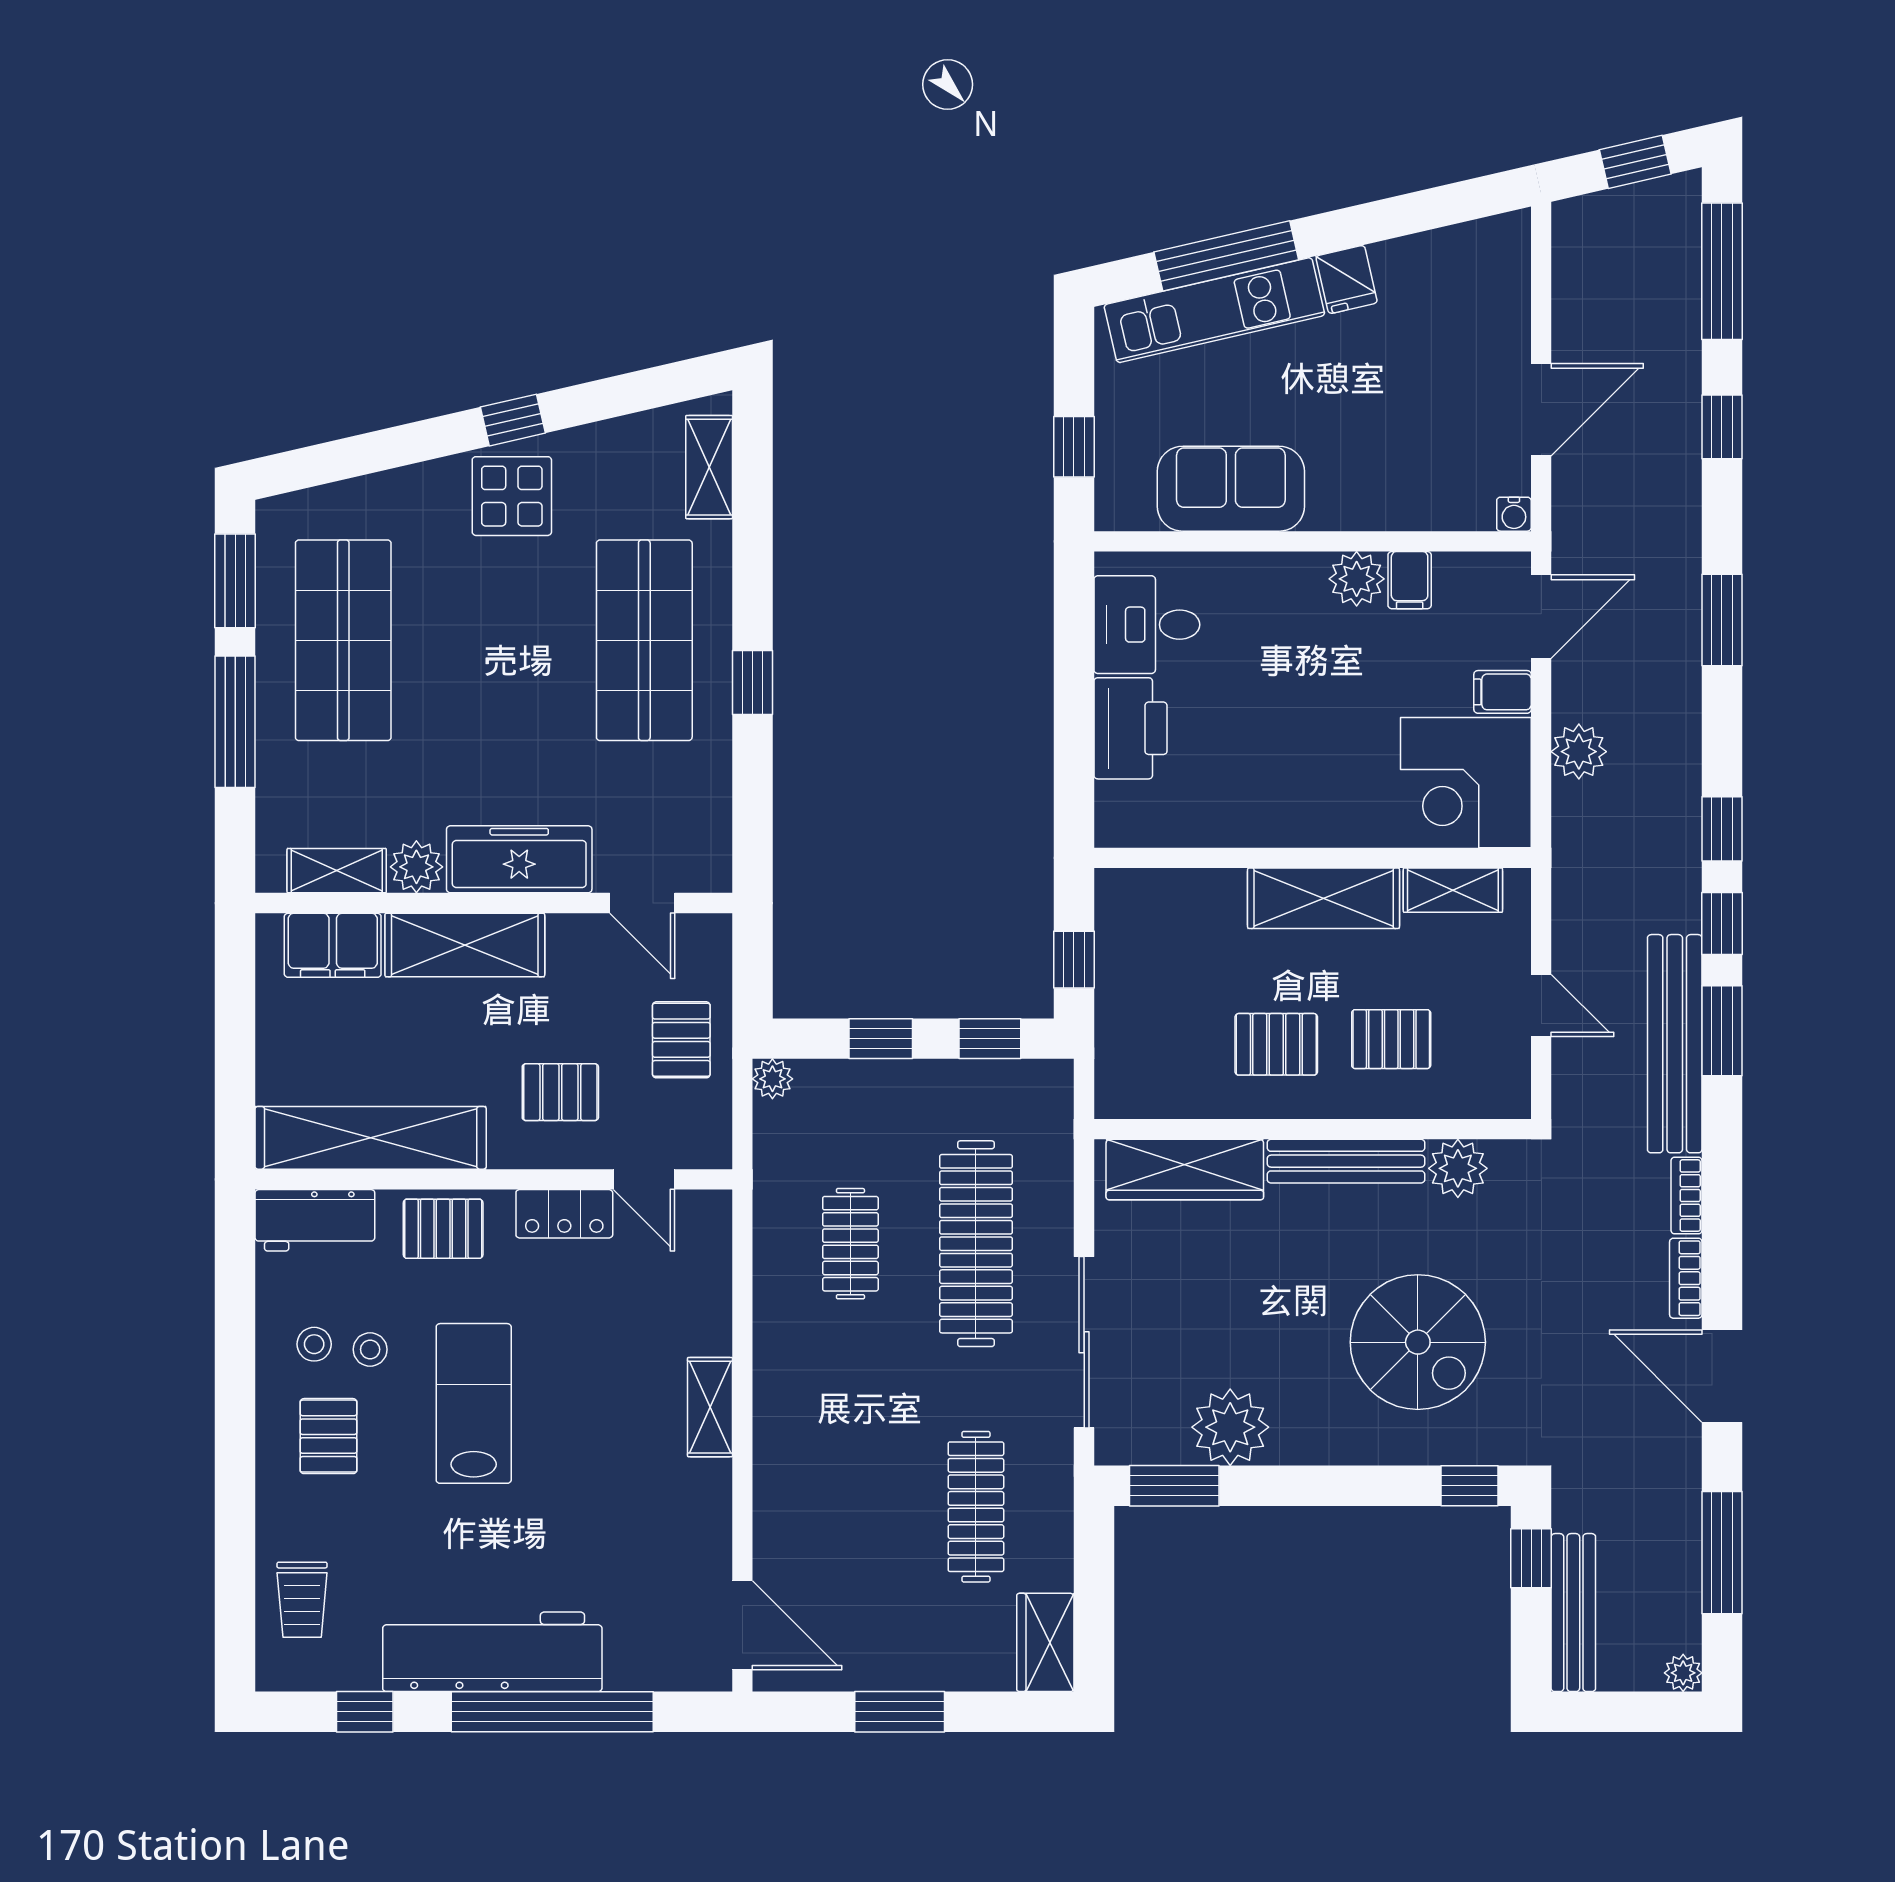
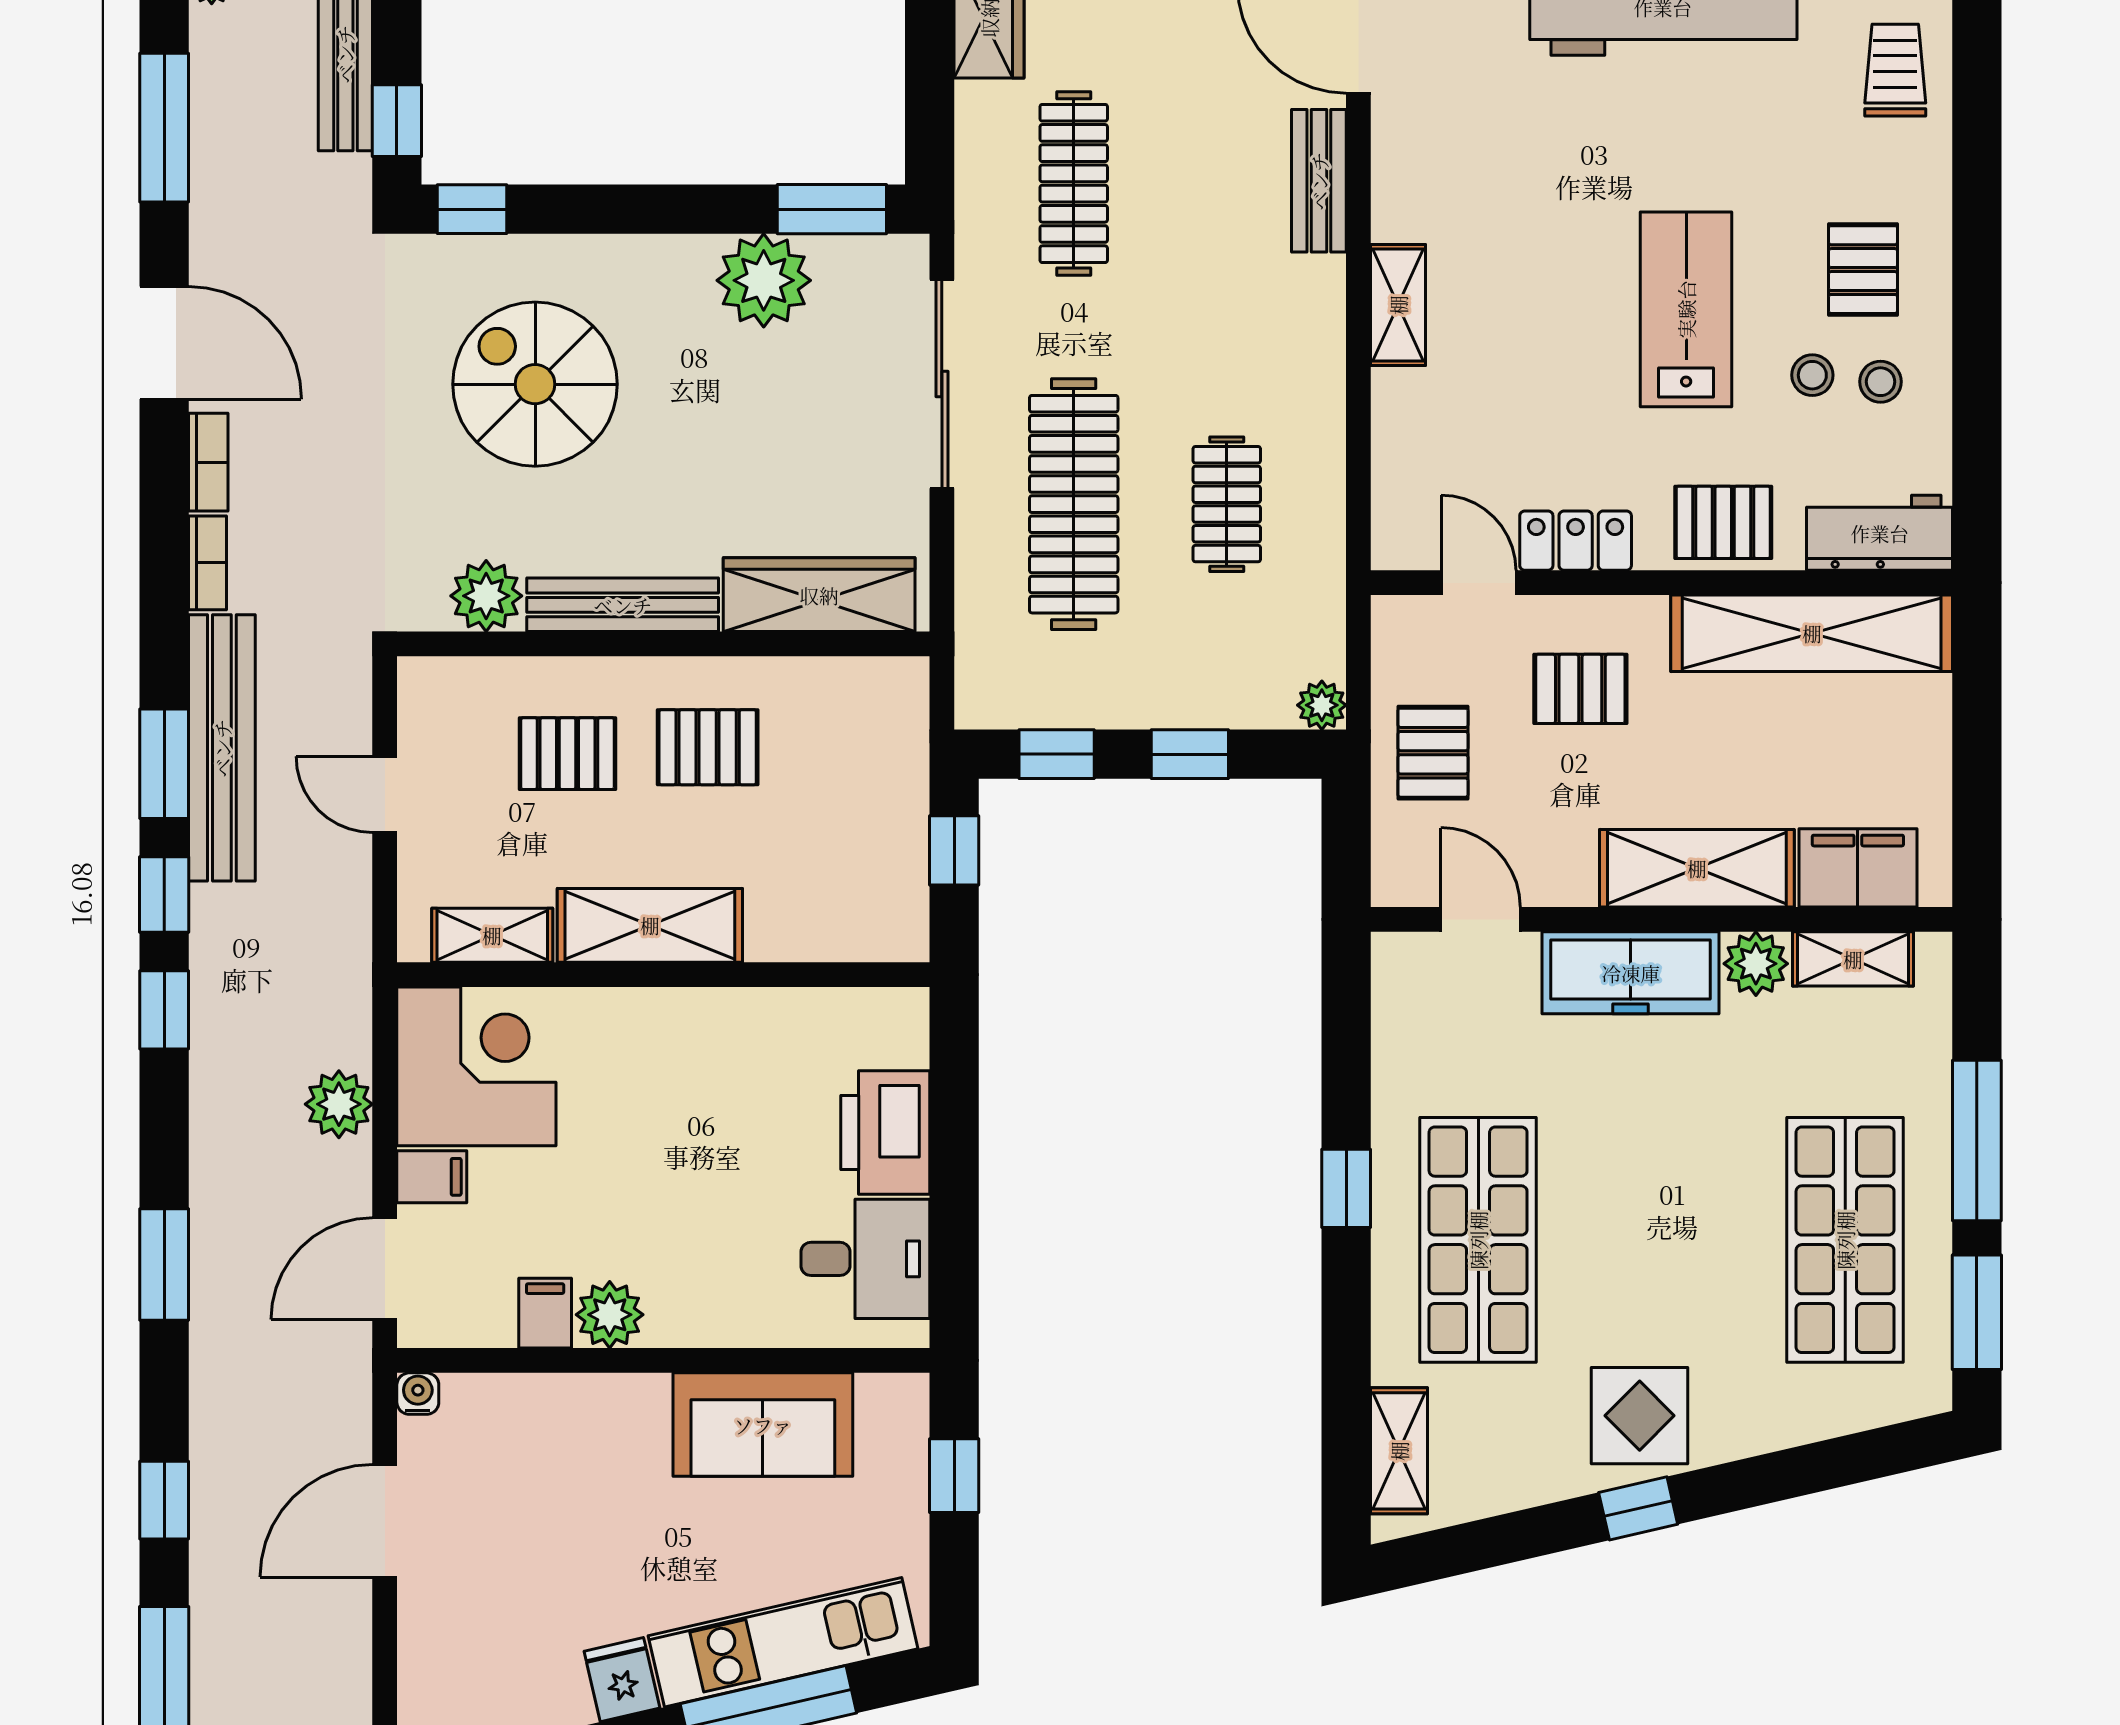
lab bench: (474, 1403) -> (1686, 309), turned 180
bench: (775, 1509) -> (1319, 181), added

